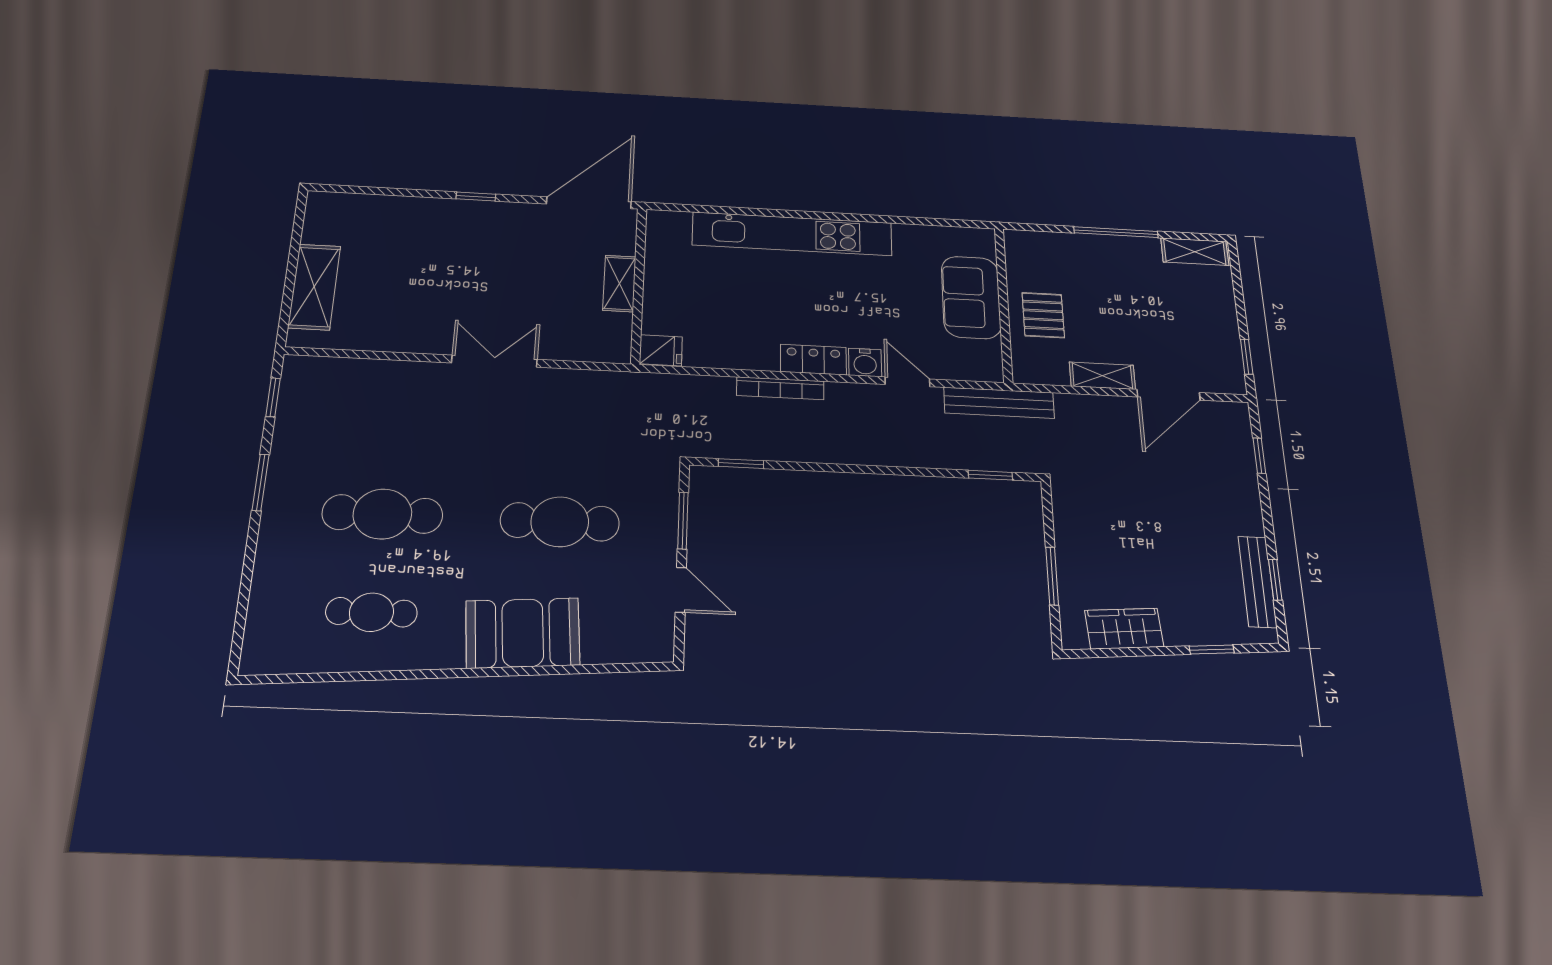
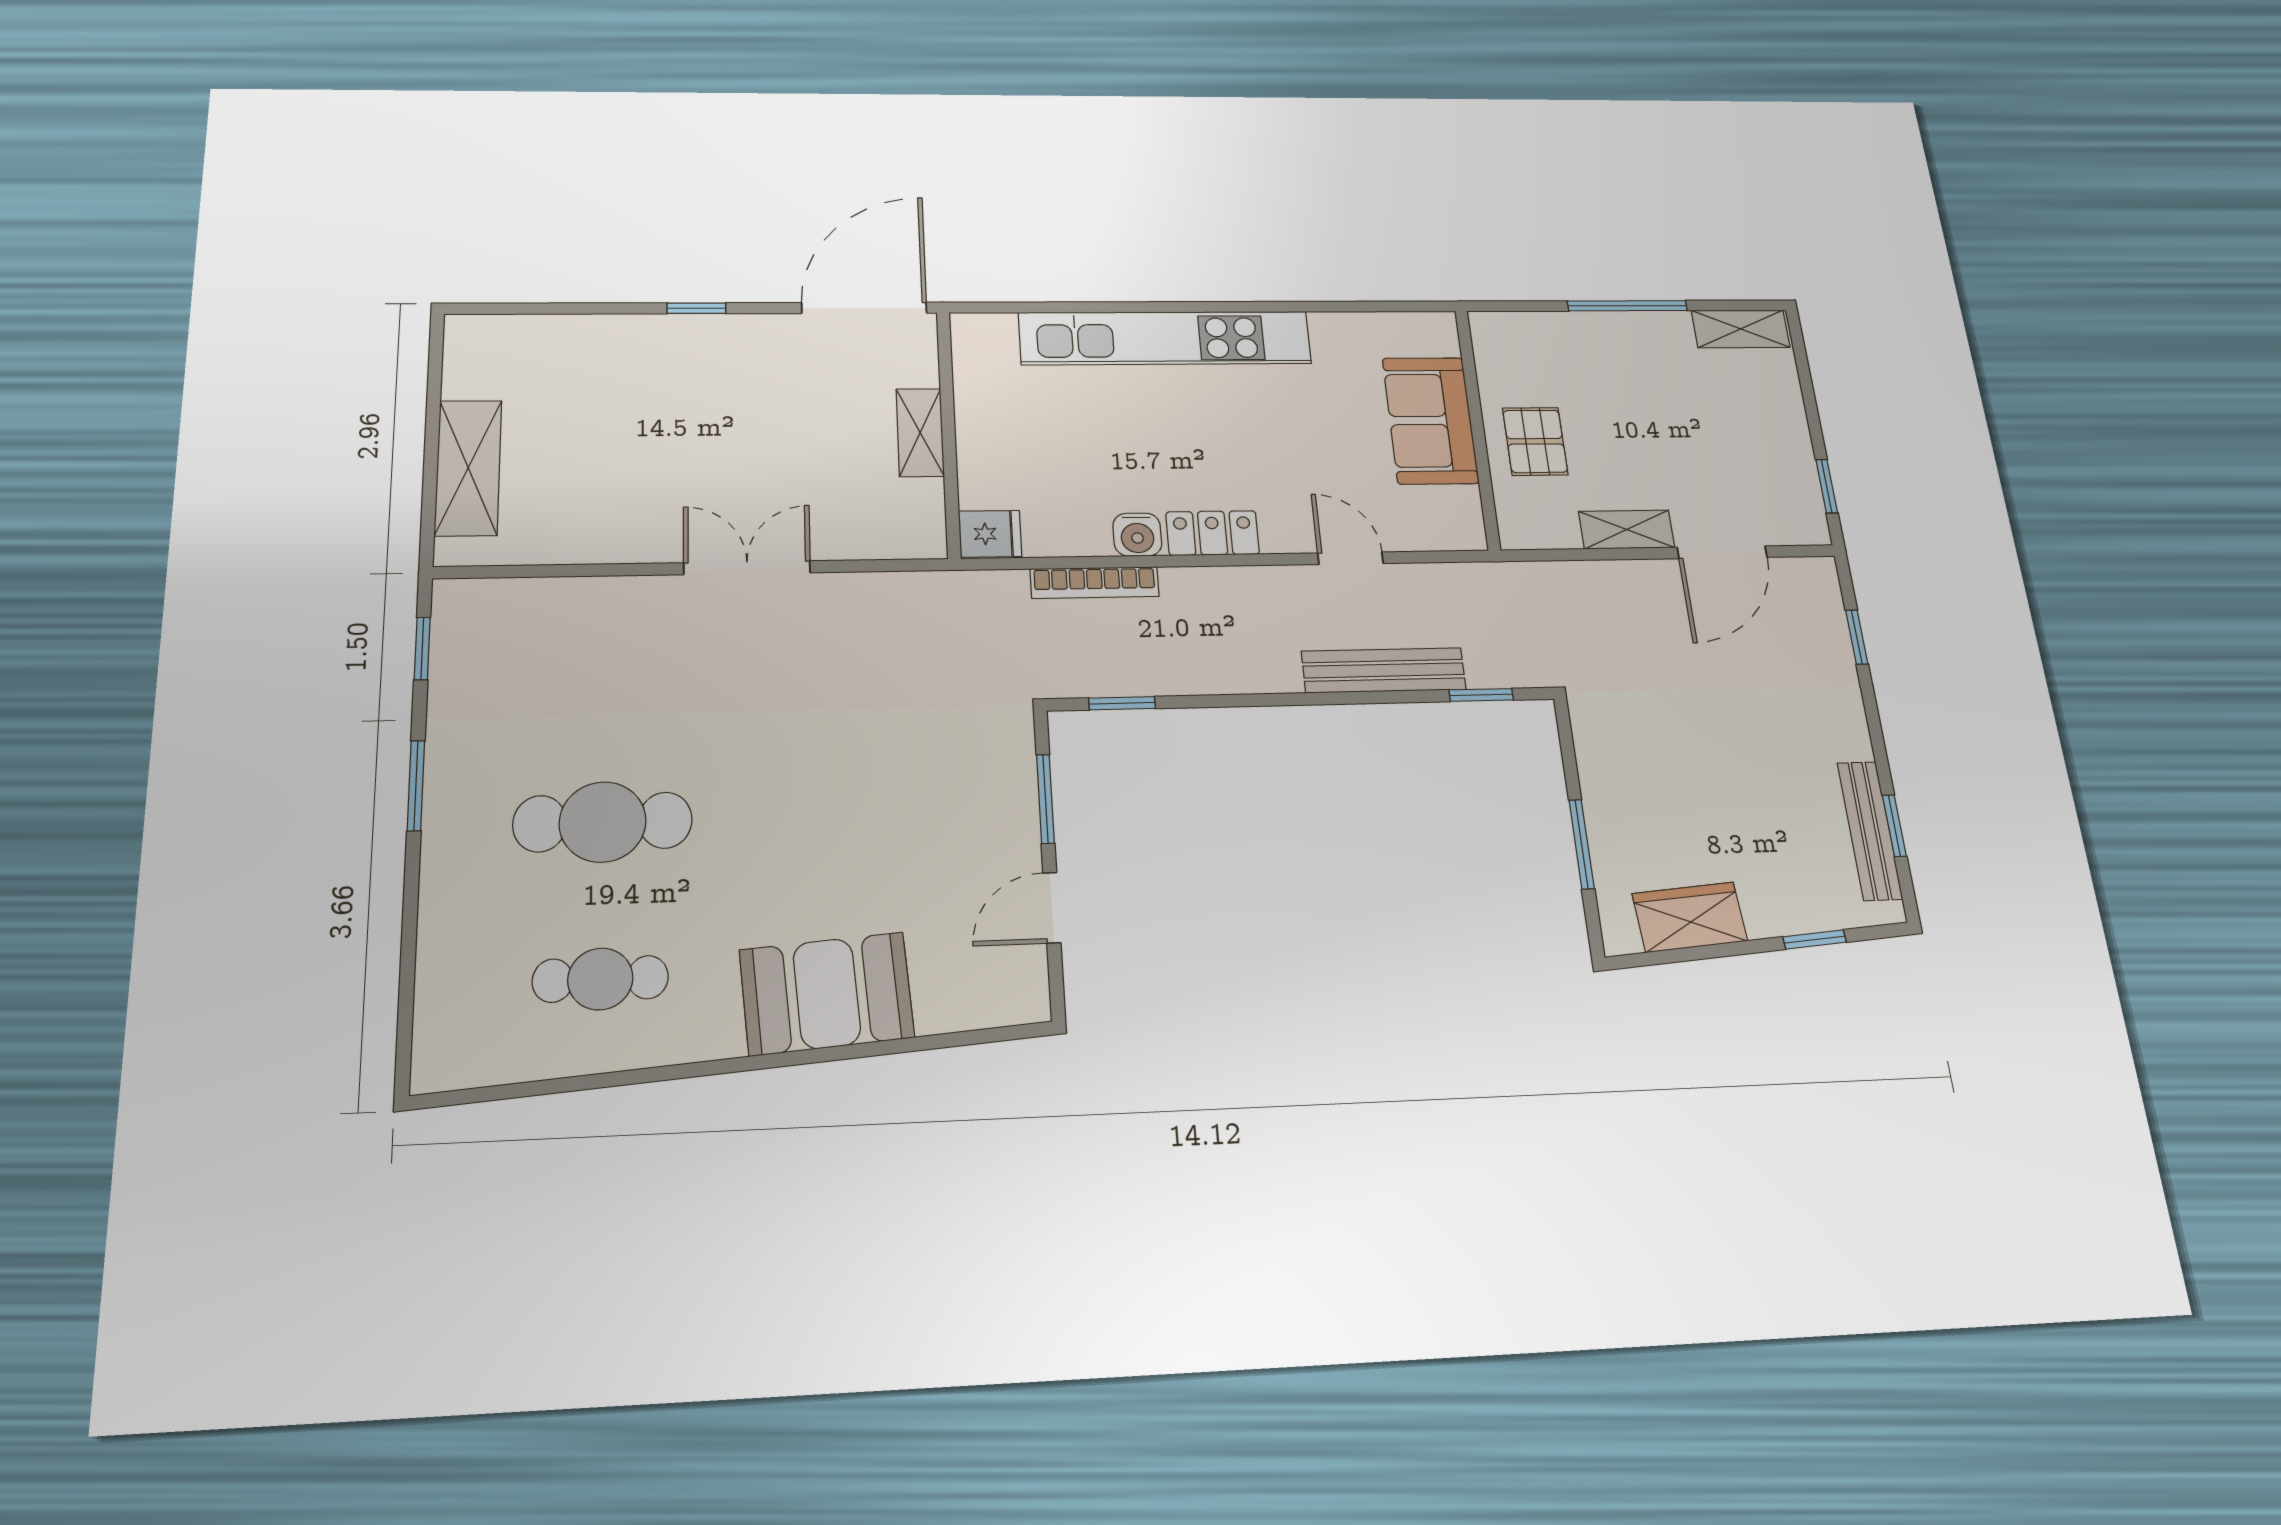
water cooler: (865, 362) -> (1137, 535), moved
bookcase: (780, 388) -> (1095, 583), moved
bench: (999, 403) -> (1384, 670), moved
cafe table: (560, 522) -> (866, 815), removed
door: (681, 590) -> (1052, 908), swing flipped

